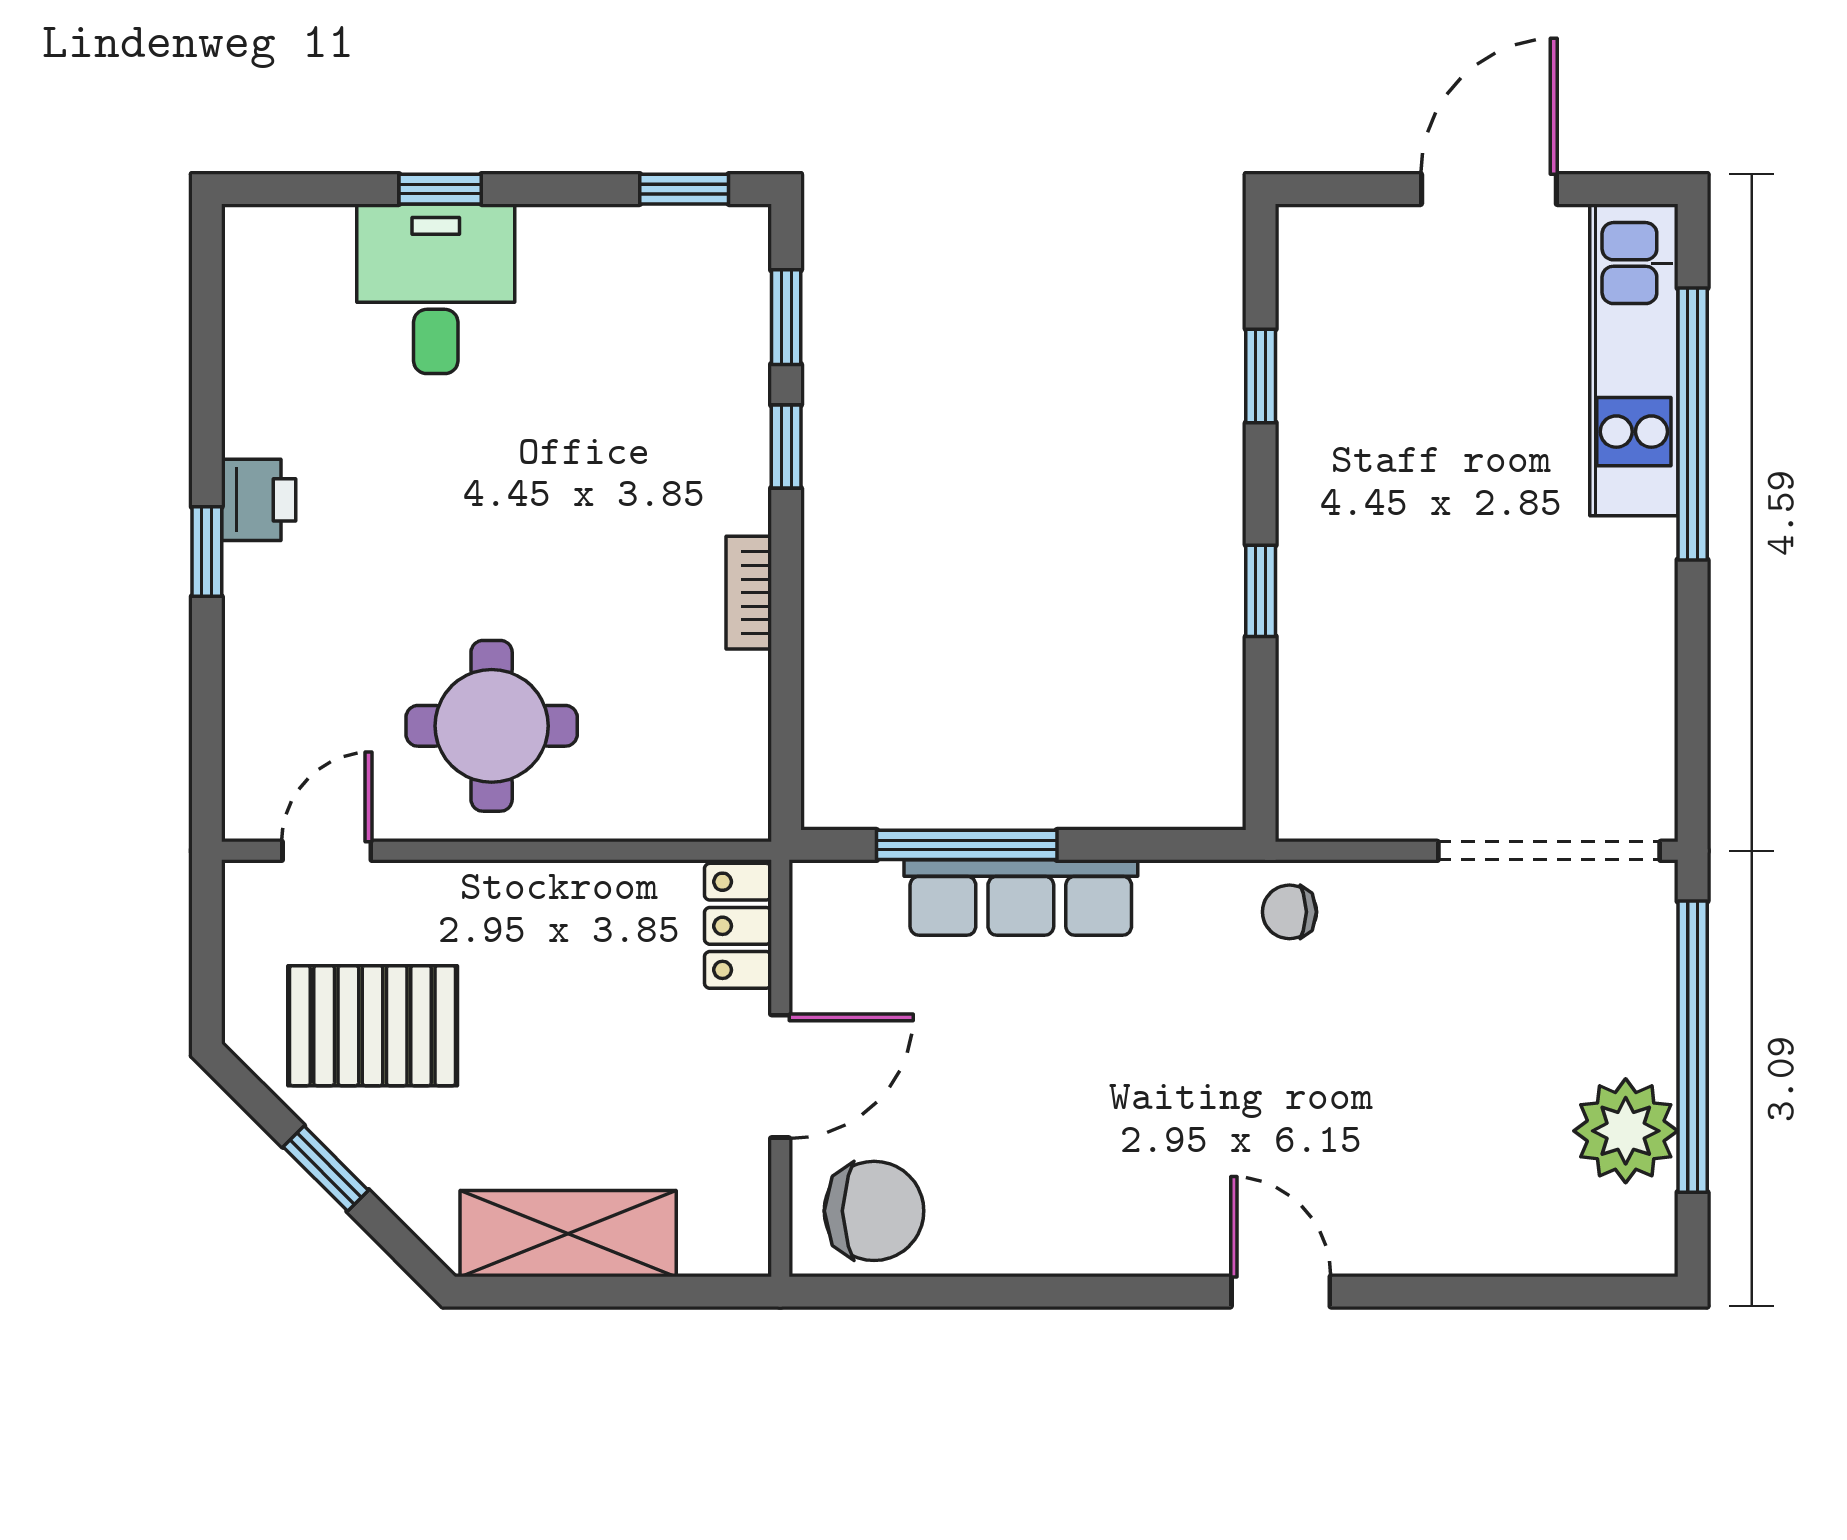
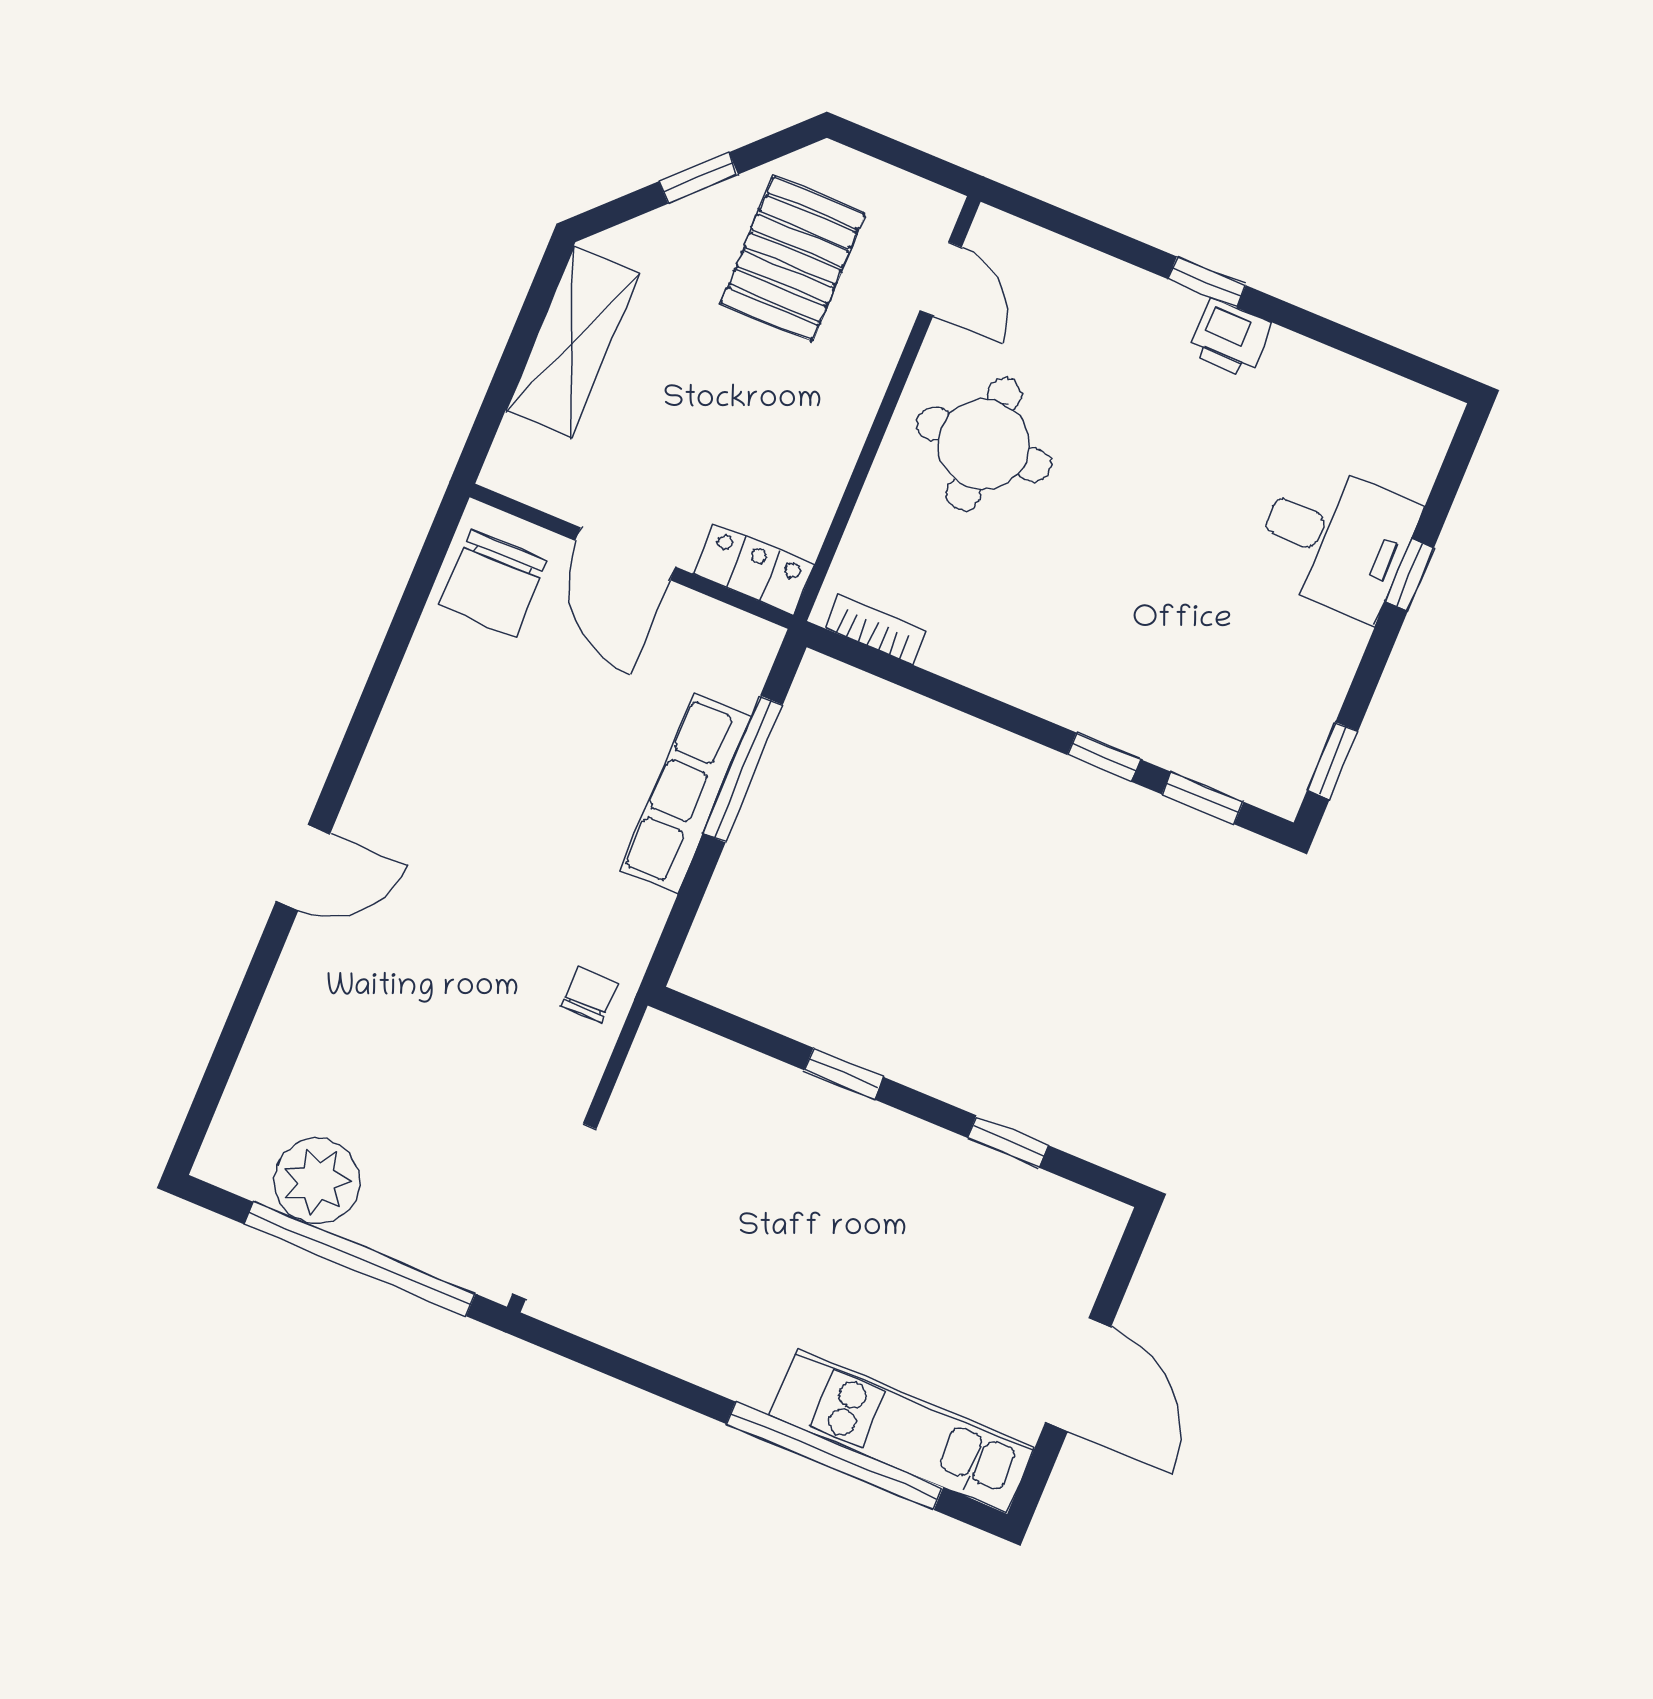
bookcase: (749, 593) -> (875, 629), moved

